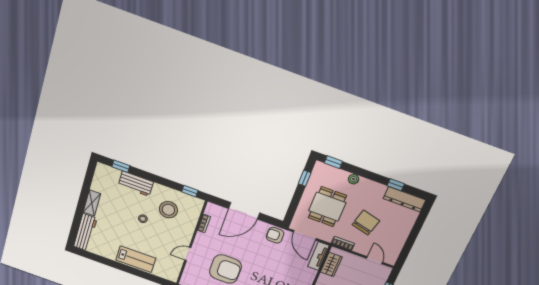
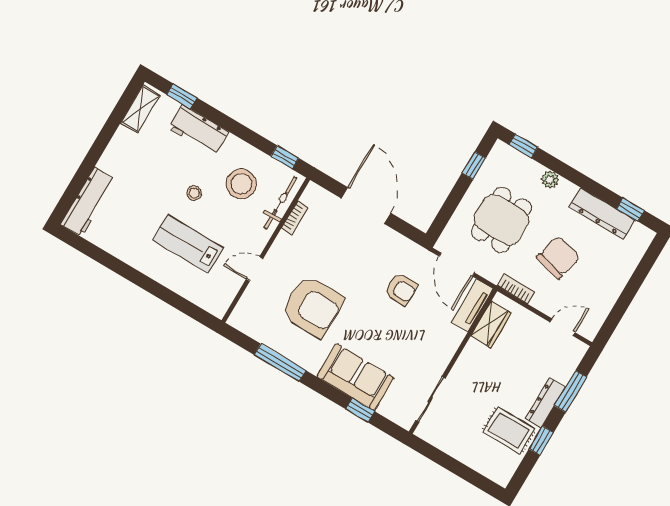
window: (396, 185) -> (631, 210), moved
dresser: (404, 199) -> (602, 213), moved
shelving: (92, 203) -> (140, 109), moved
door: (244, 211) -> (366, 206), swing flipped
bicycle: (194, 217) -> (280, 203), added
armchair: (275, 235) -> (401, 289), moved, turned 180
lab bench: (136, 259) -> (188, 244), moved, turned 180
door: (375, 260) -> (562, 327), hinge flipped

